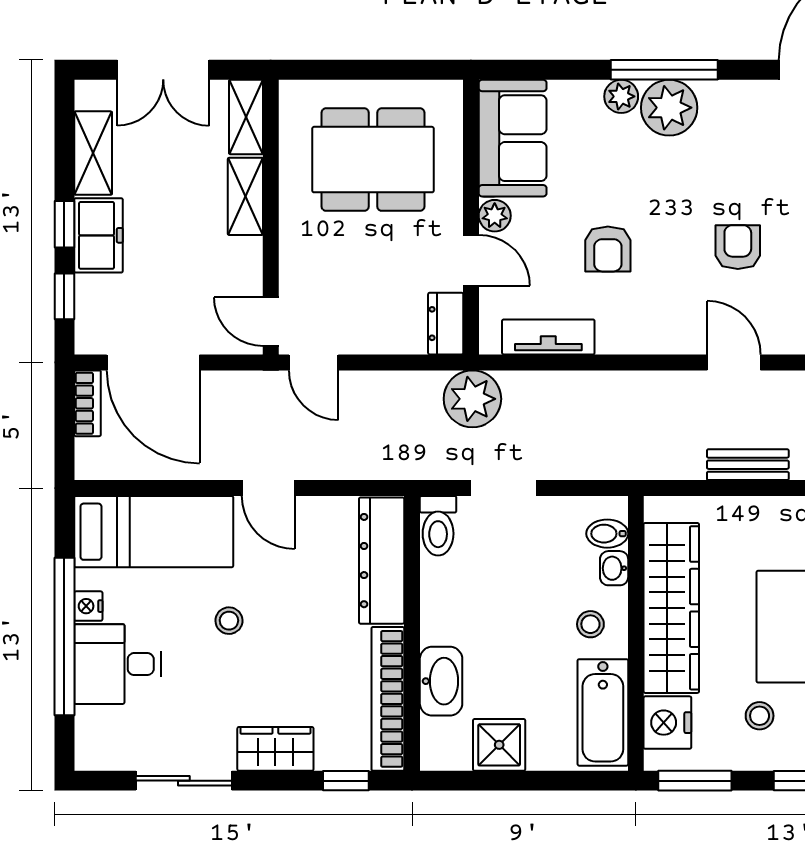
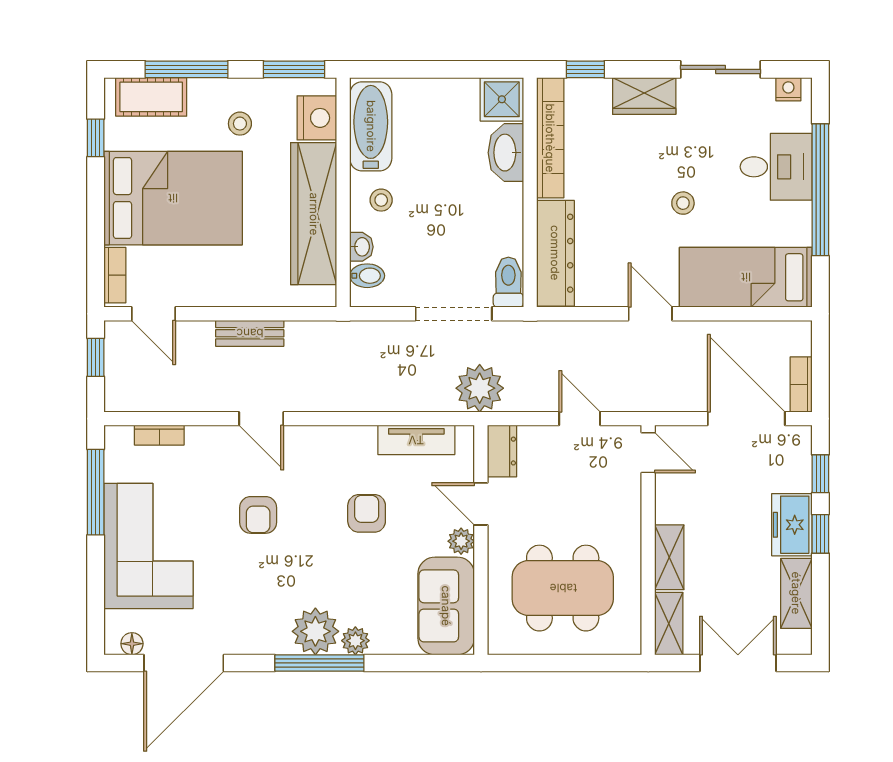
door: (314, 362) -> (580, 419), moved
doorway: (504, 488) -> (454, 314), width x1.38
nightstand: (88, 606) -> (788, 89), moved, turned -90
shower: (499, 745) -> (502, 99), moved

